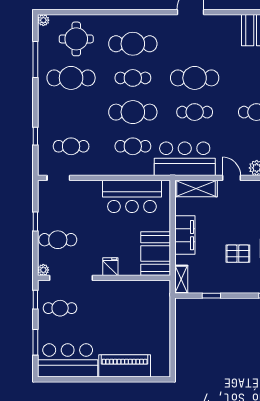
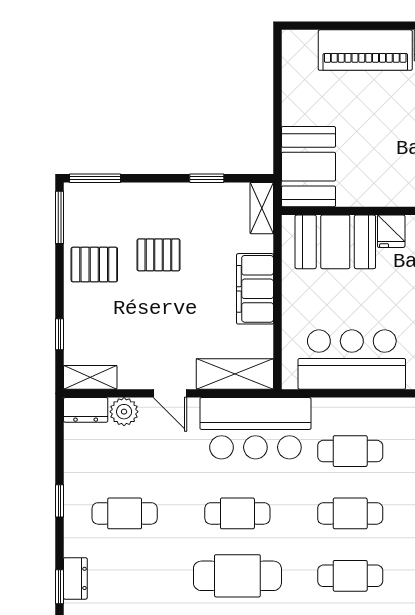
cafe table: (133, 112) -> (350, 513), width x0.73, depth x0.74
booth: (156, 254) -> (335, 242), moved, turned 90
booth: (156, 302) -> (308, 167), added

